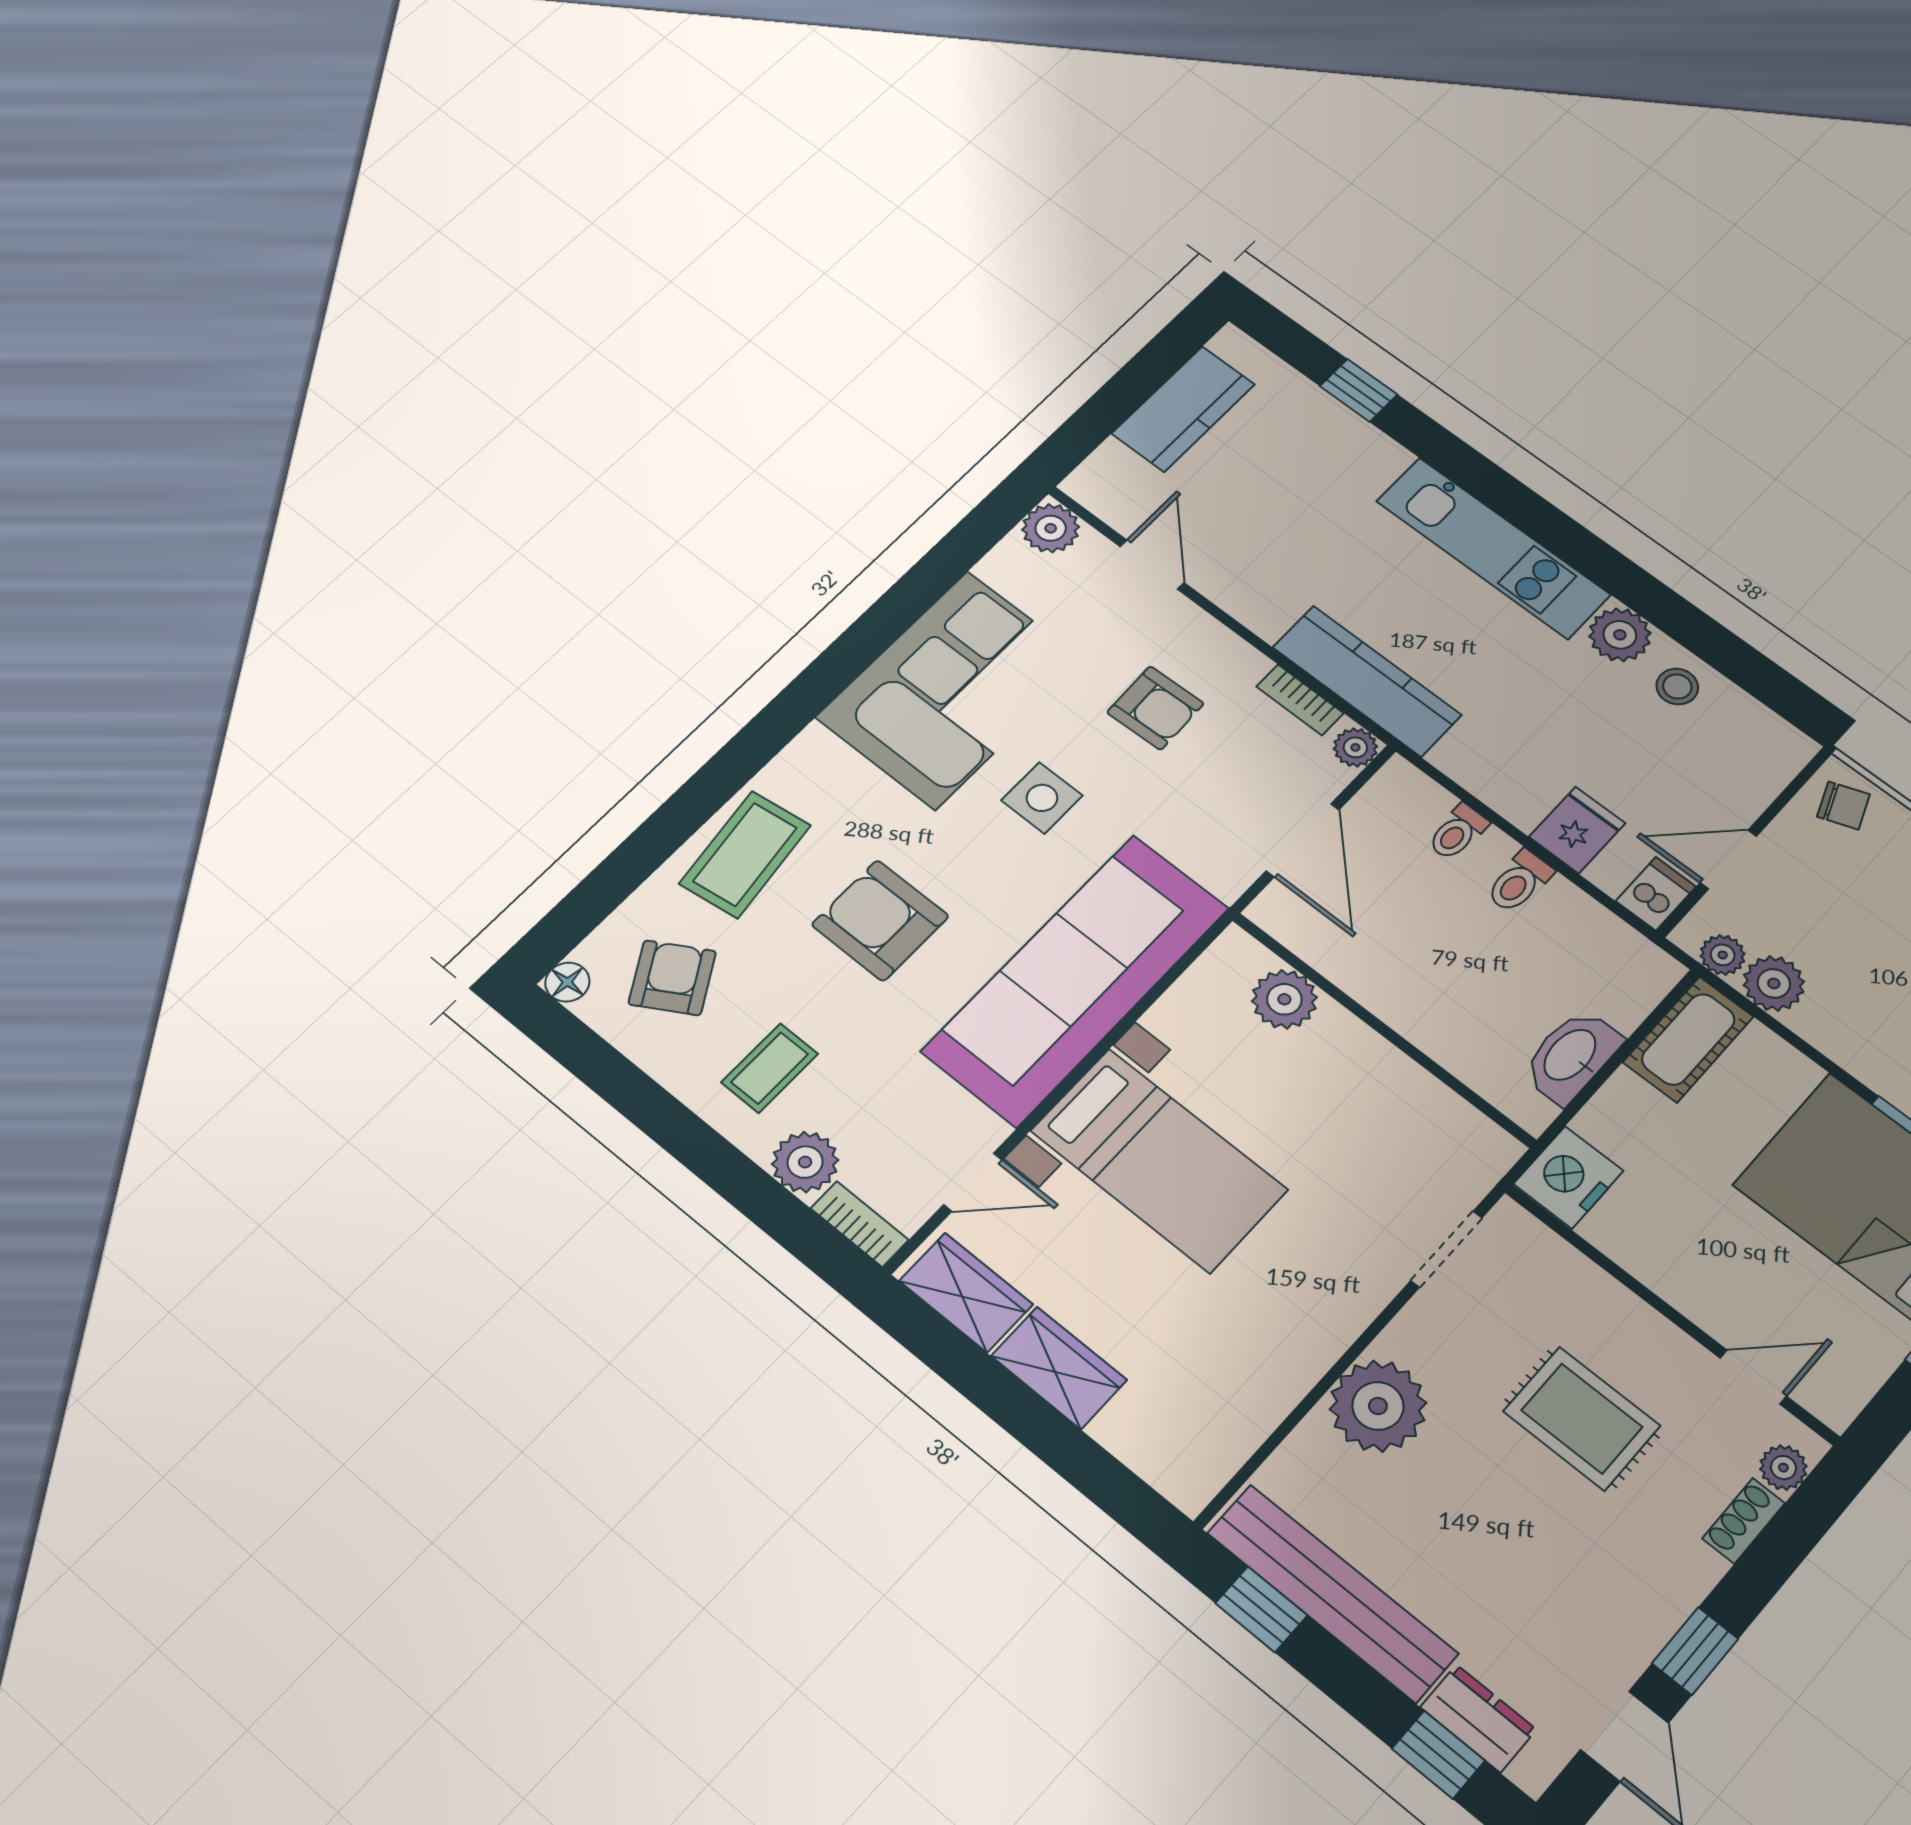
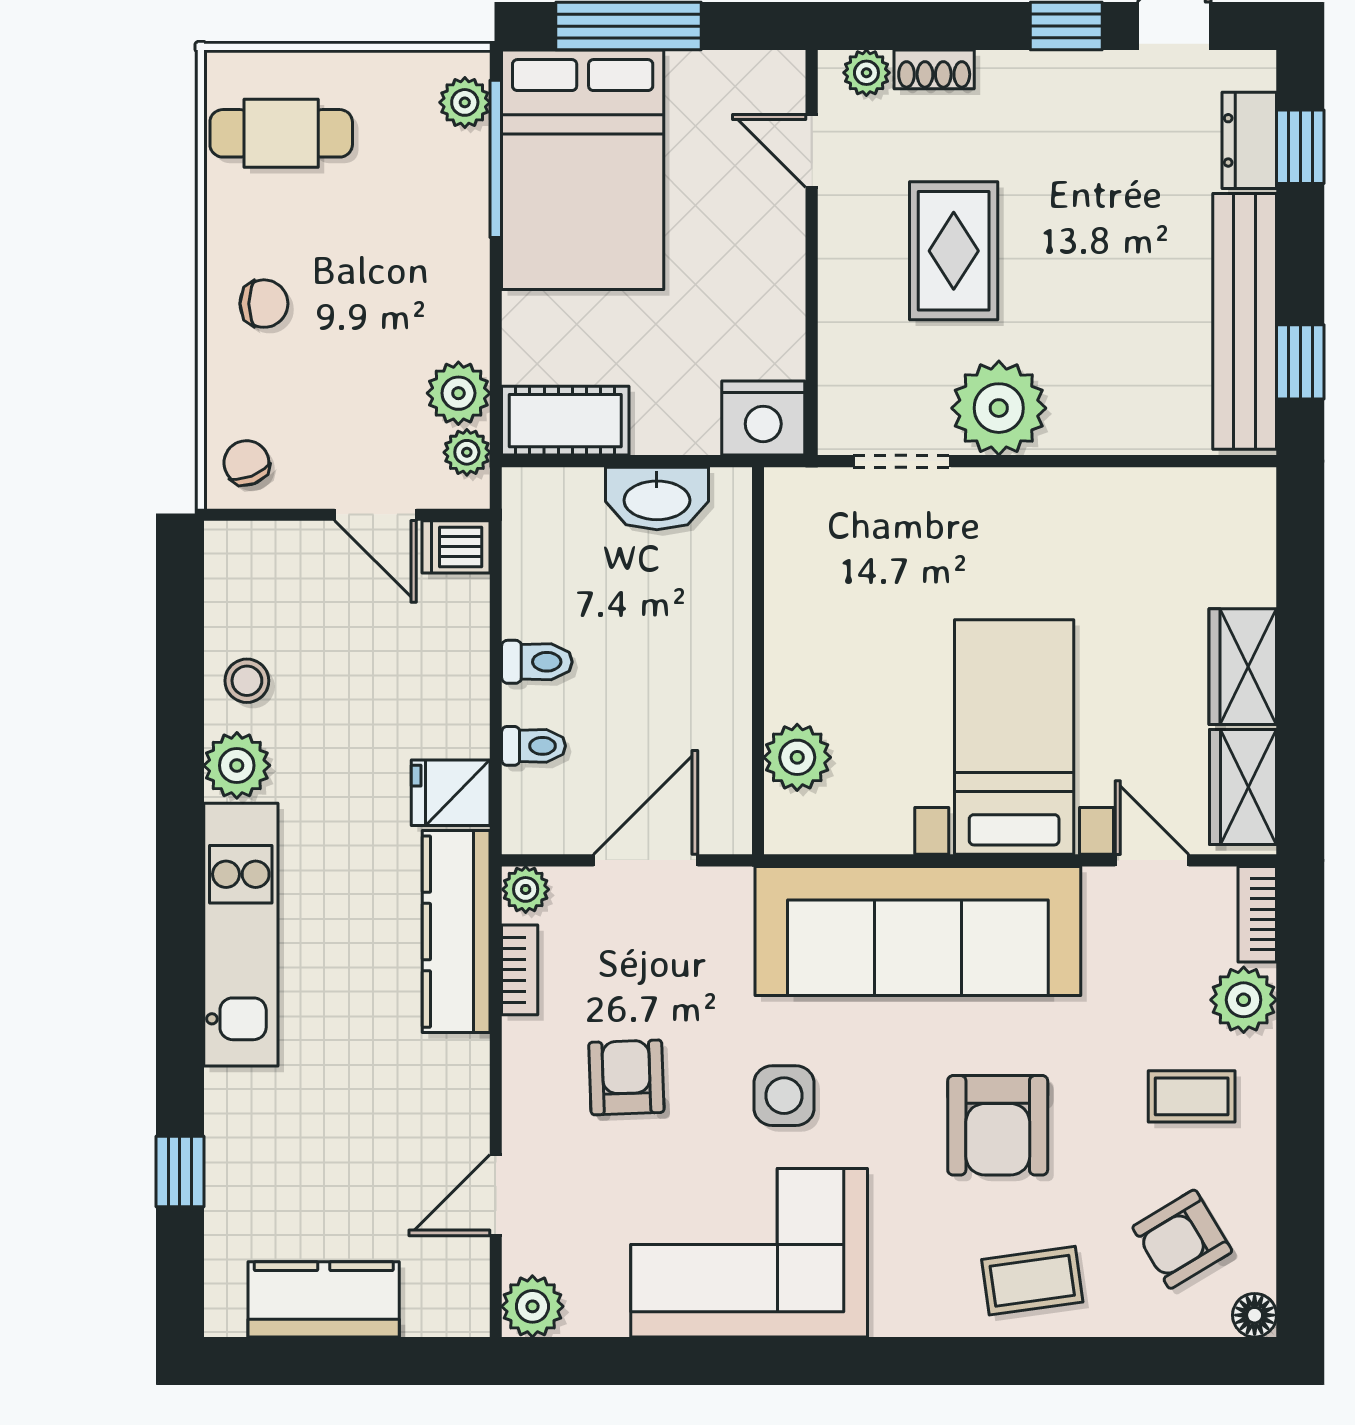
fridge: (1577, 830) -> (451, 793), moved
coffee table: (745, 855) -> (1032, 1281), width x0.73, depth x0.77
plant: (1378, 1406) -> (999, 408), moved

